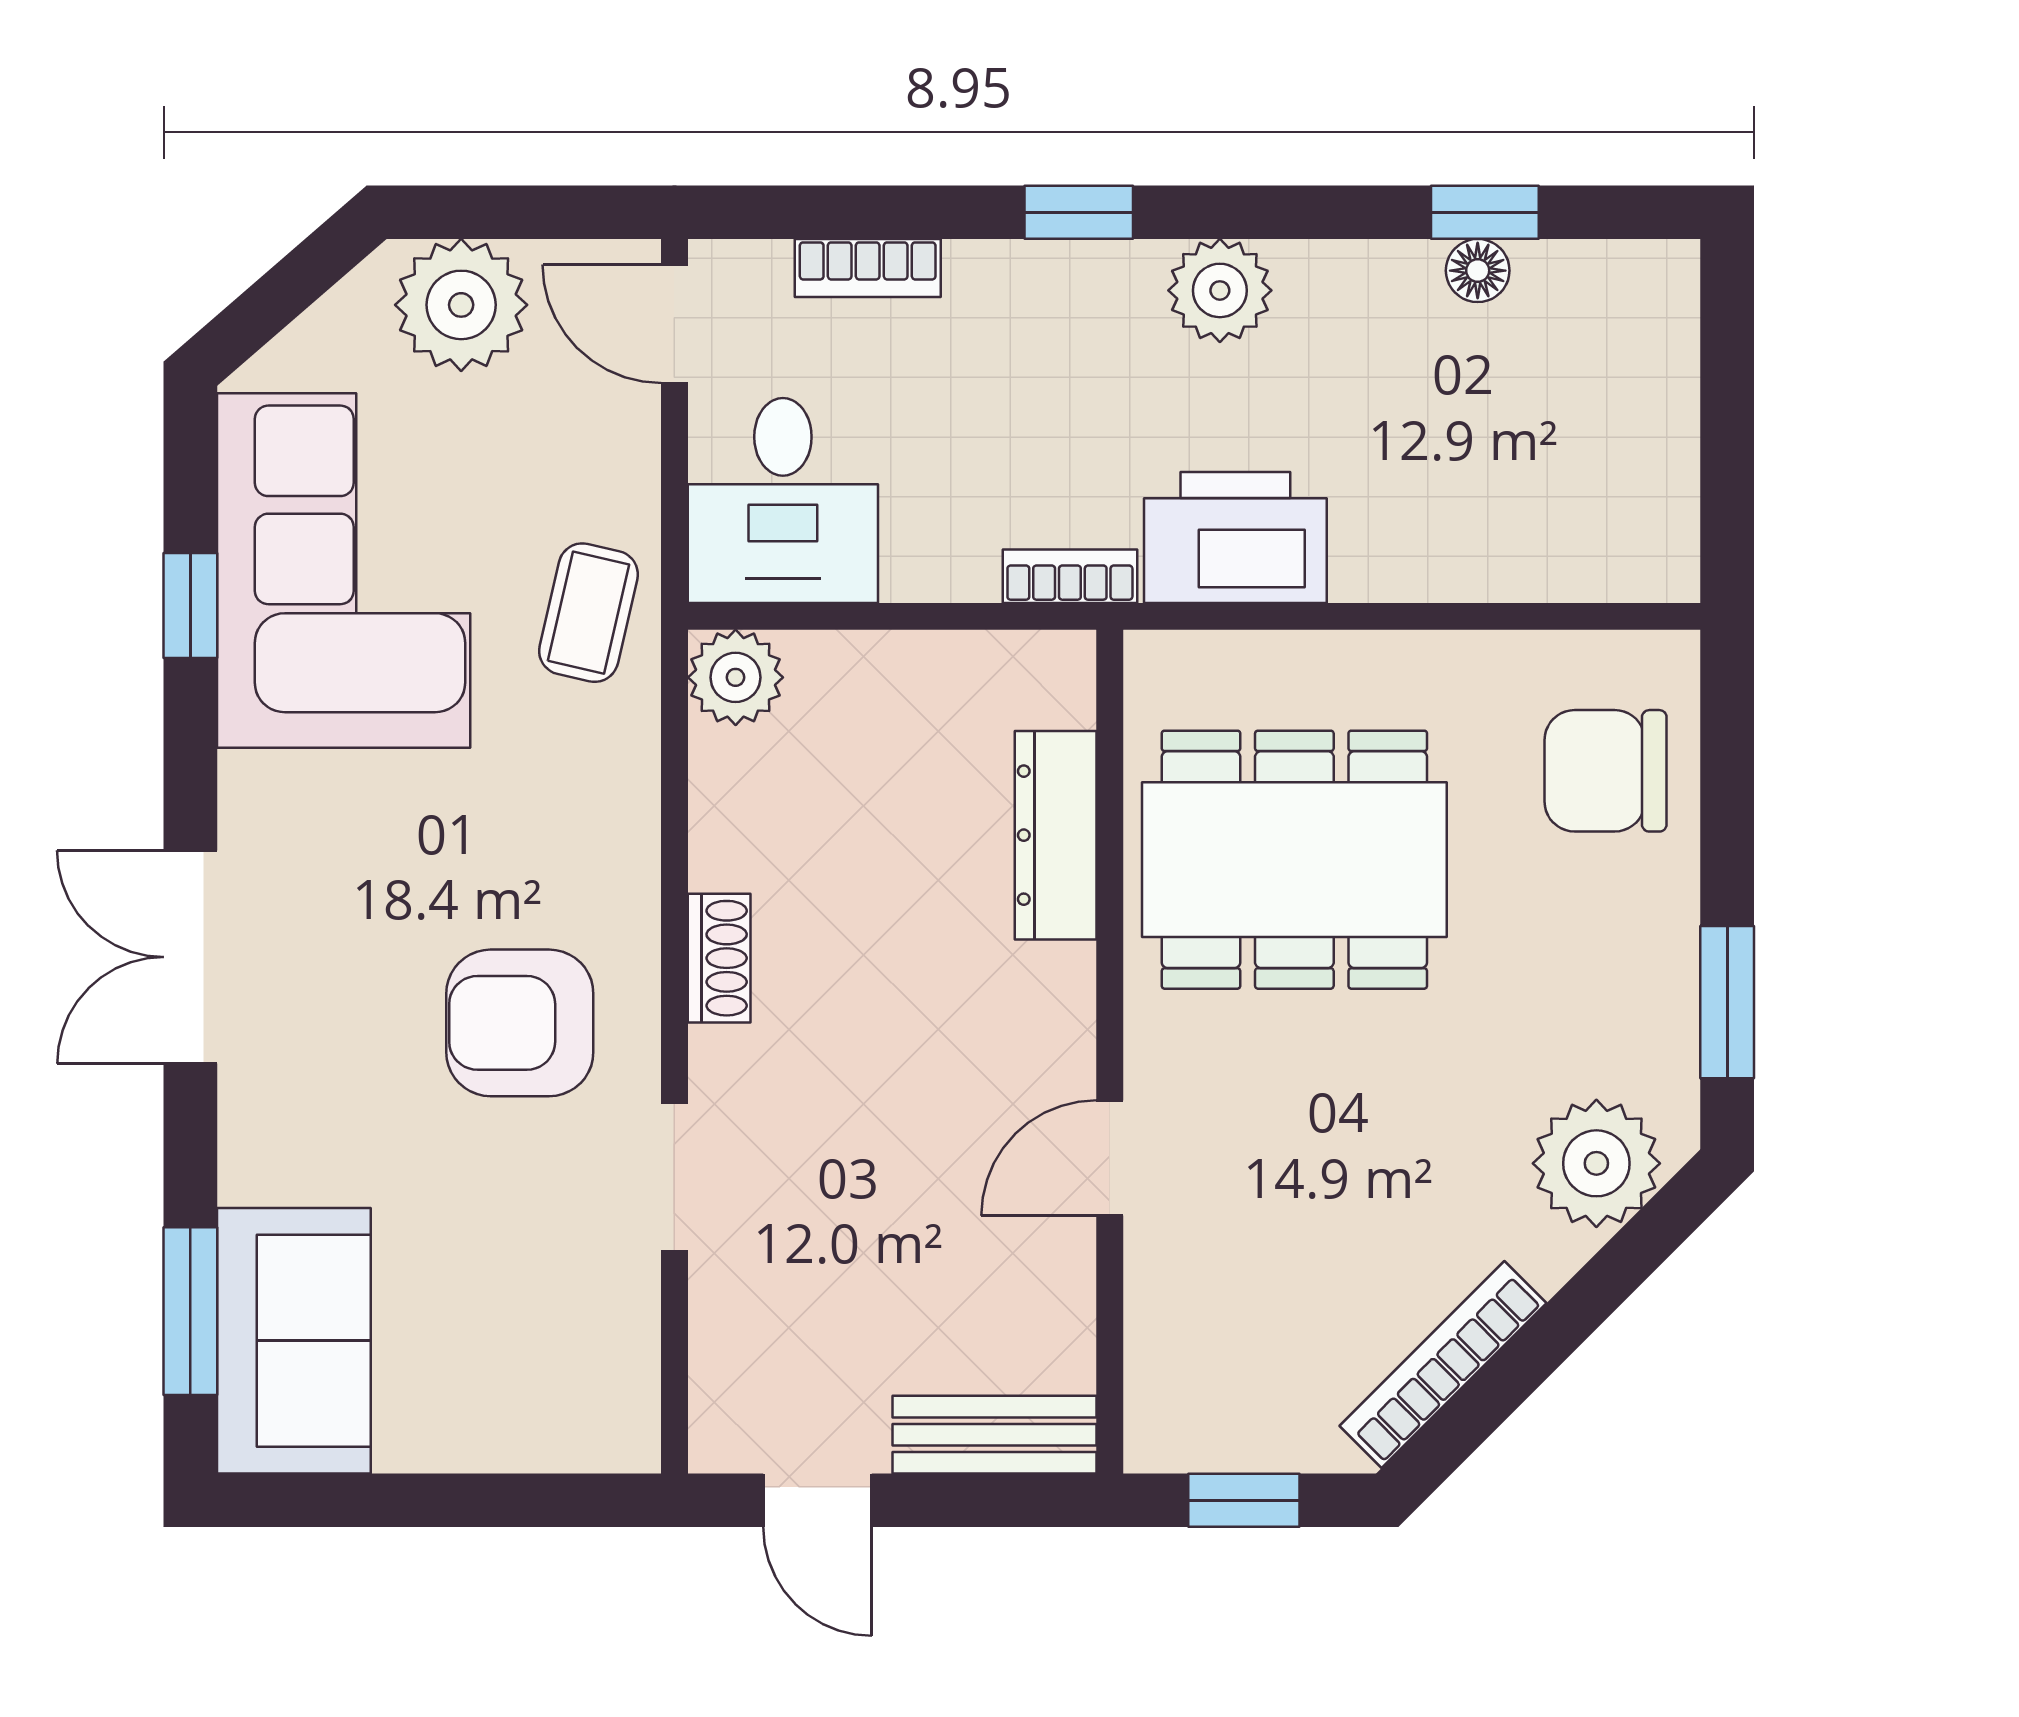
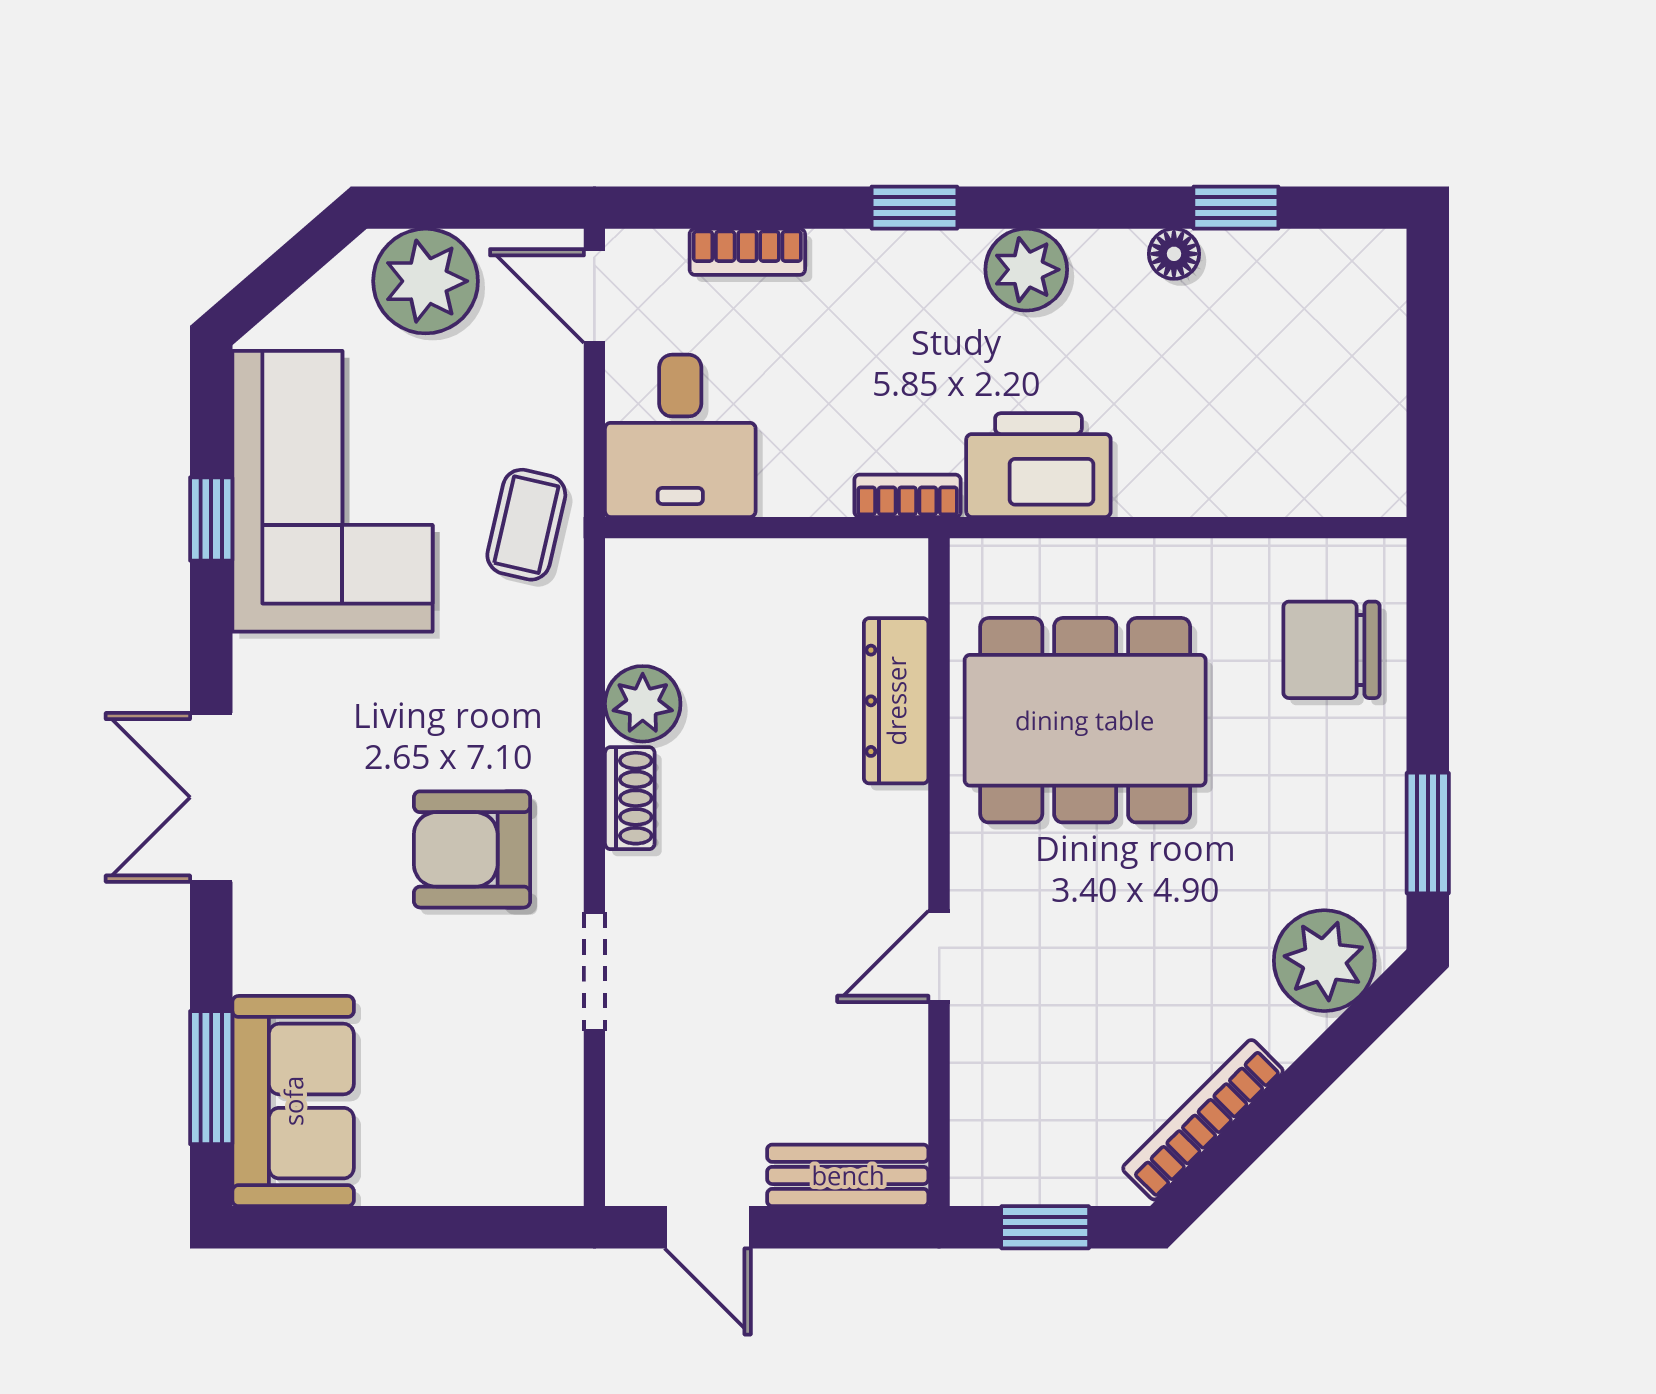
floor lamp: (1478, 271) -> (1174, 254), moved
plant: (736, 677) -> (643, 704), moved

